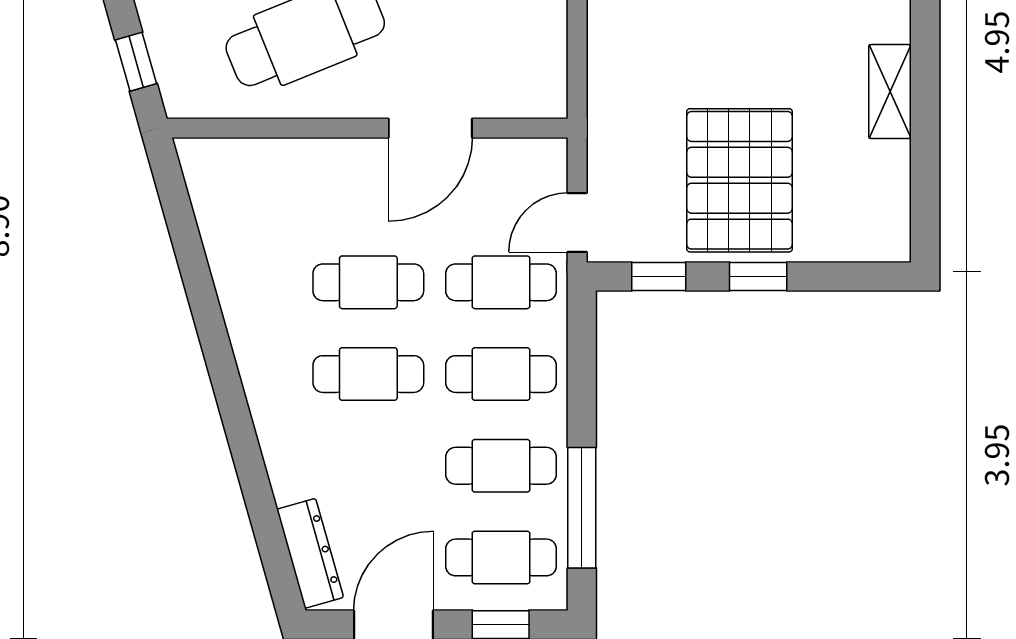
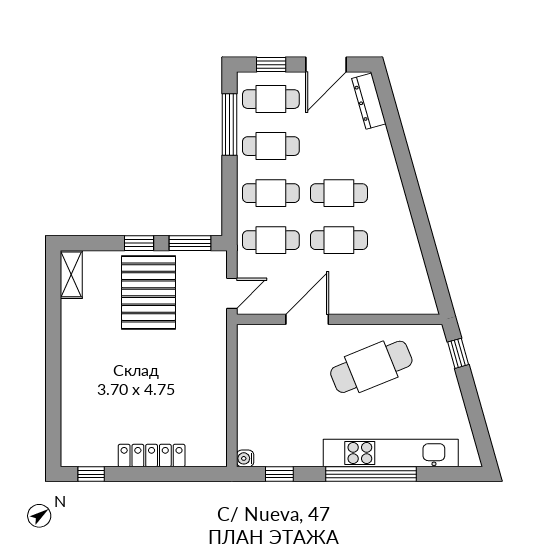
shelving: (890, 92) -> (71, 274), moved
door: (577, 223) -> (232, 293), moved
window: (659, 277) -> (190, 243), width x1.50

